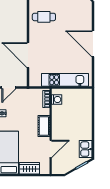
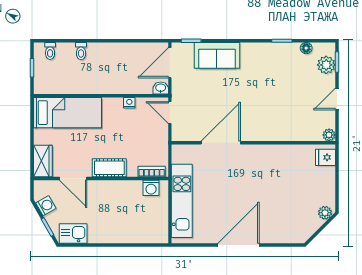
cafe table: (44, 17) -> (281, 168), removed
washing machine: (68, 166) -> (46, 206), added
wardrobe: (29, 168) -> (43, 161), moved

